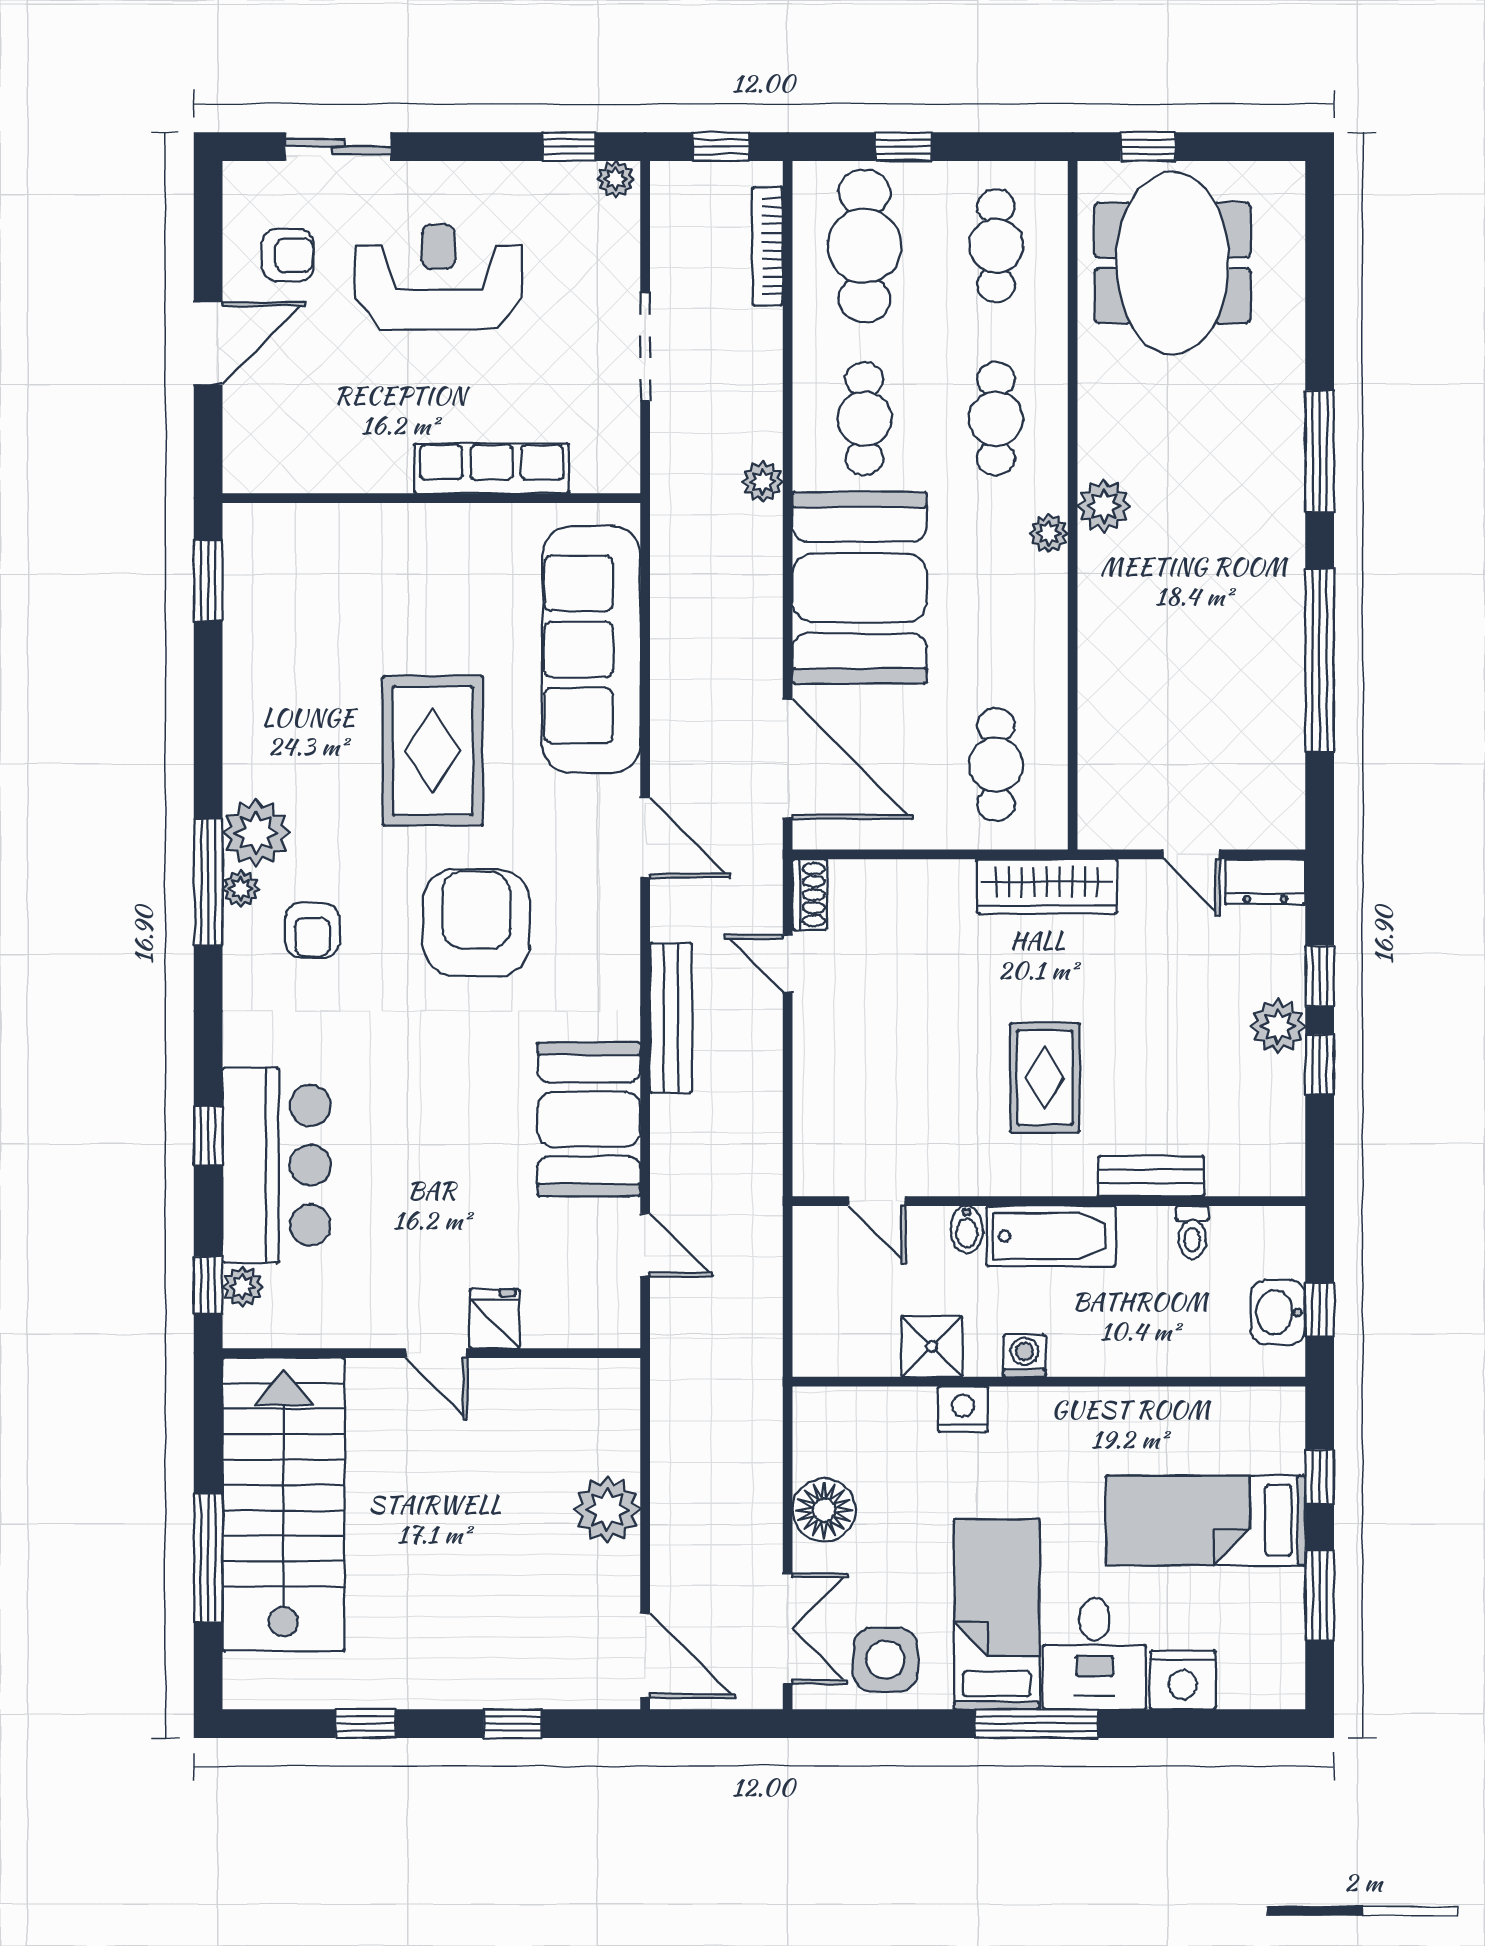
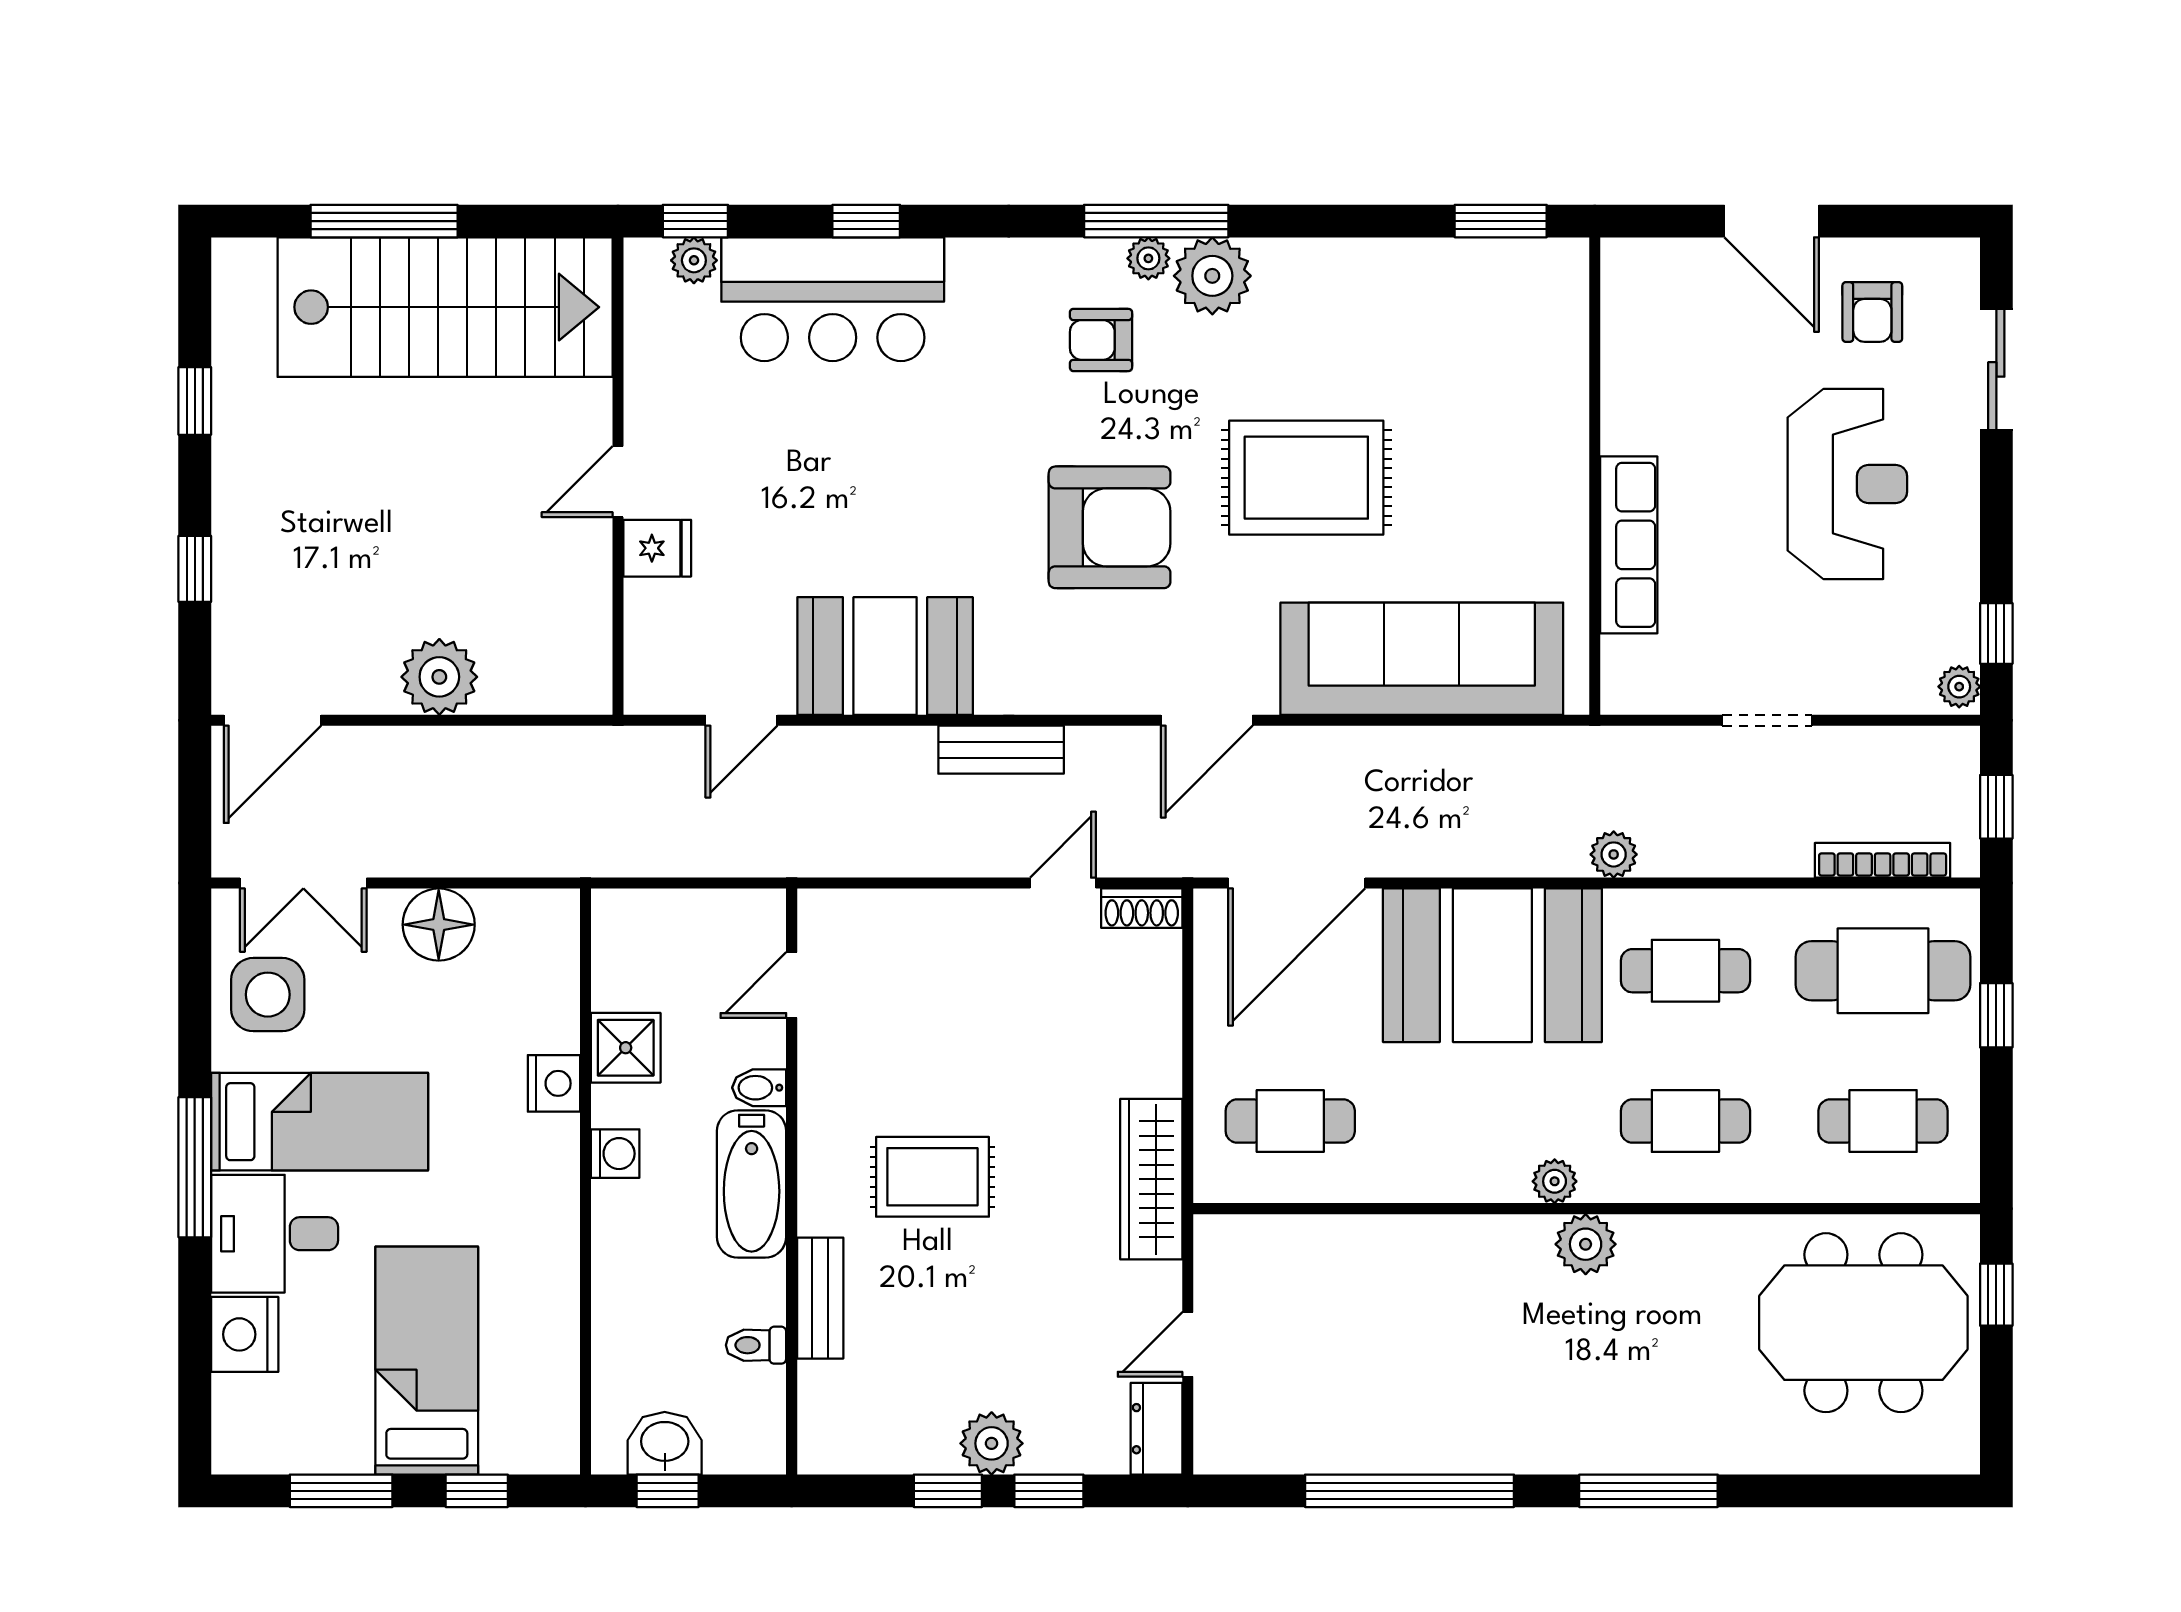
doorway: (645, 347) -> (1767, 720), width x0.73
bench: (671, 1018) -> (1001, 750), width x0.73

